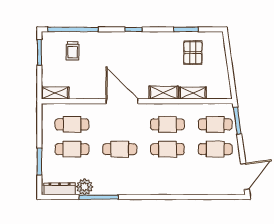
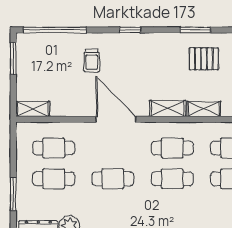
trolley: (73, 51) -> (92, 60), moved
pallet: (193, 53) -> (204, 59), turned 90

